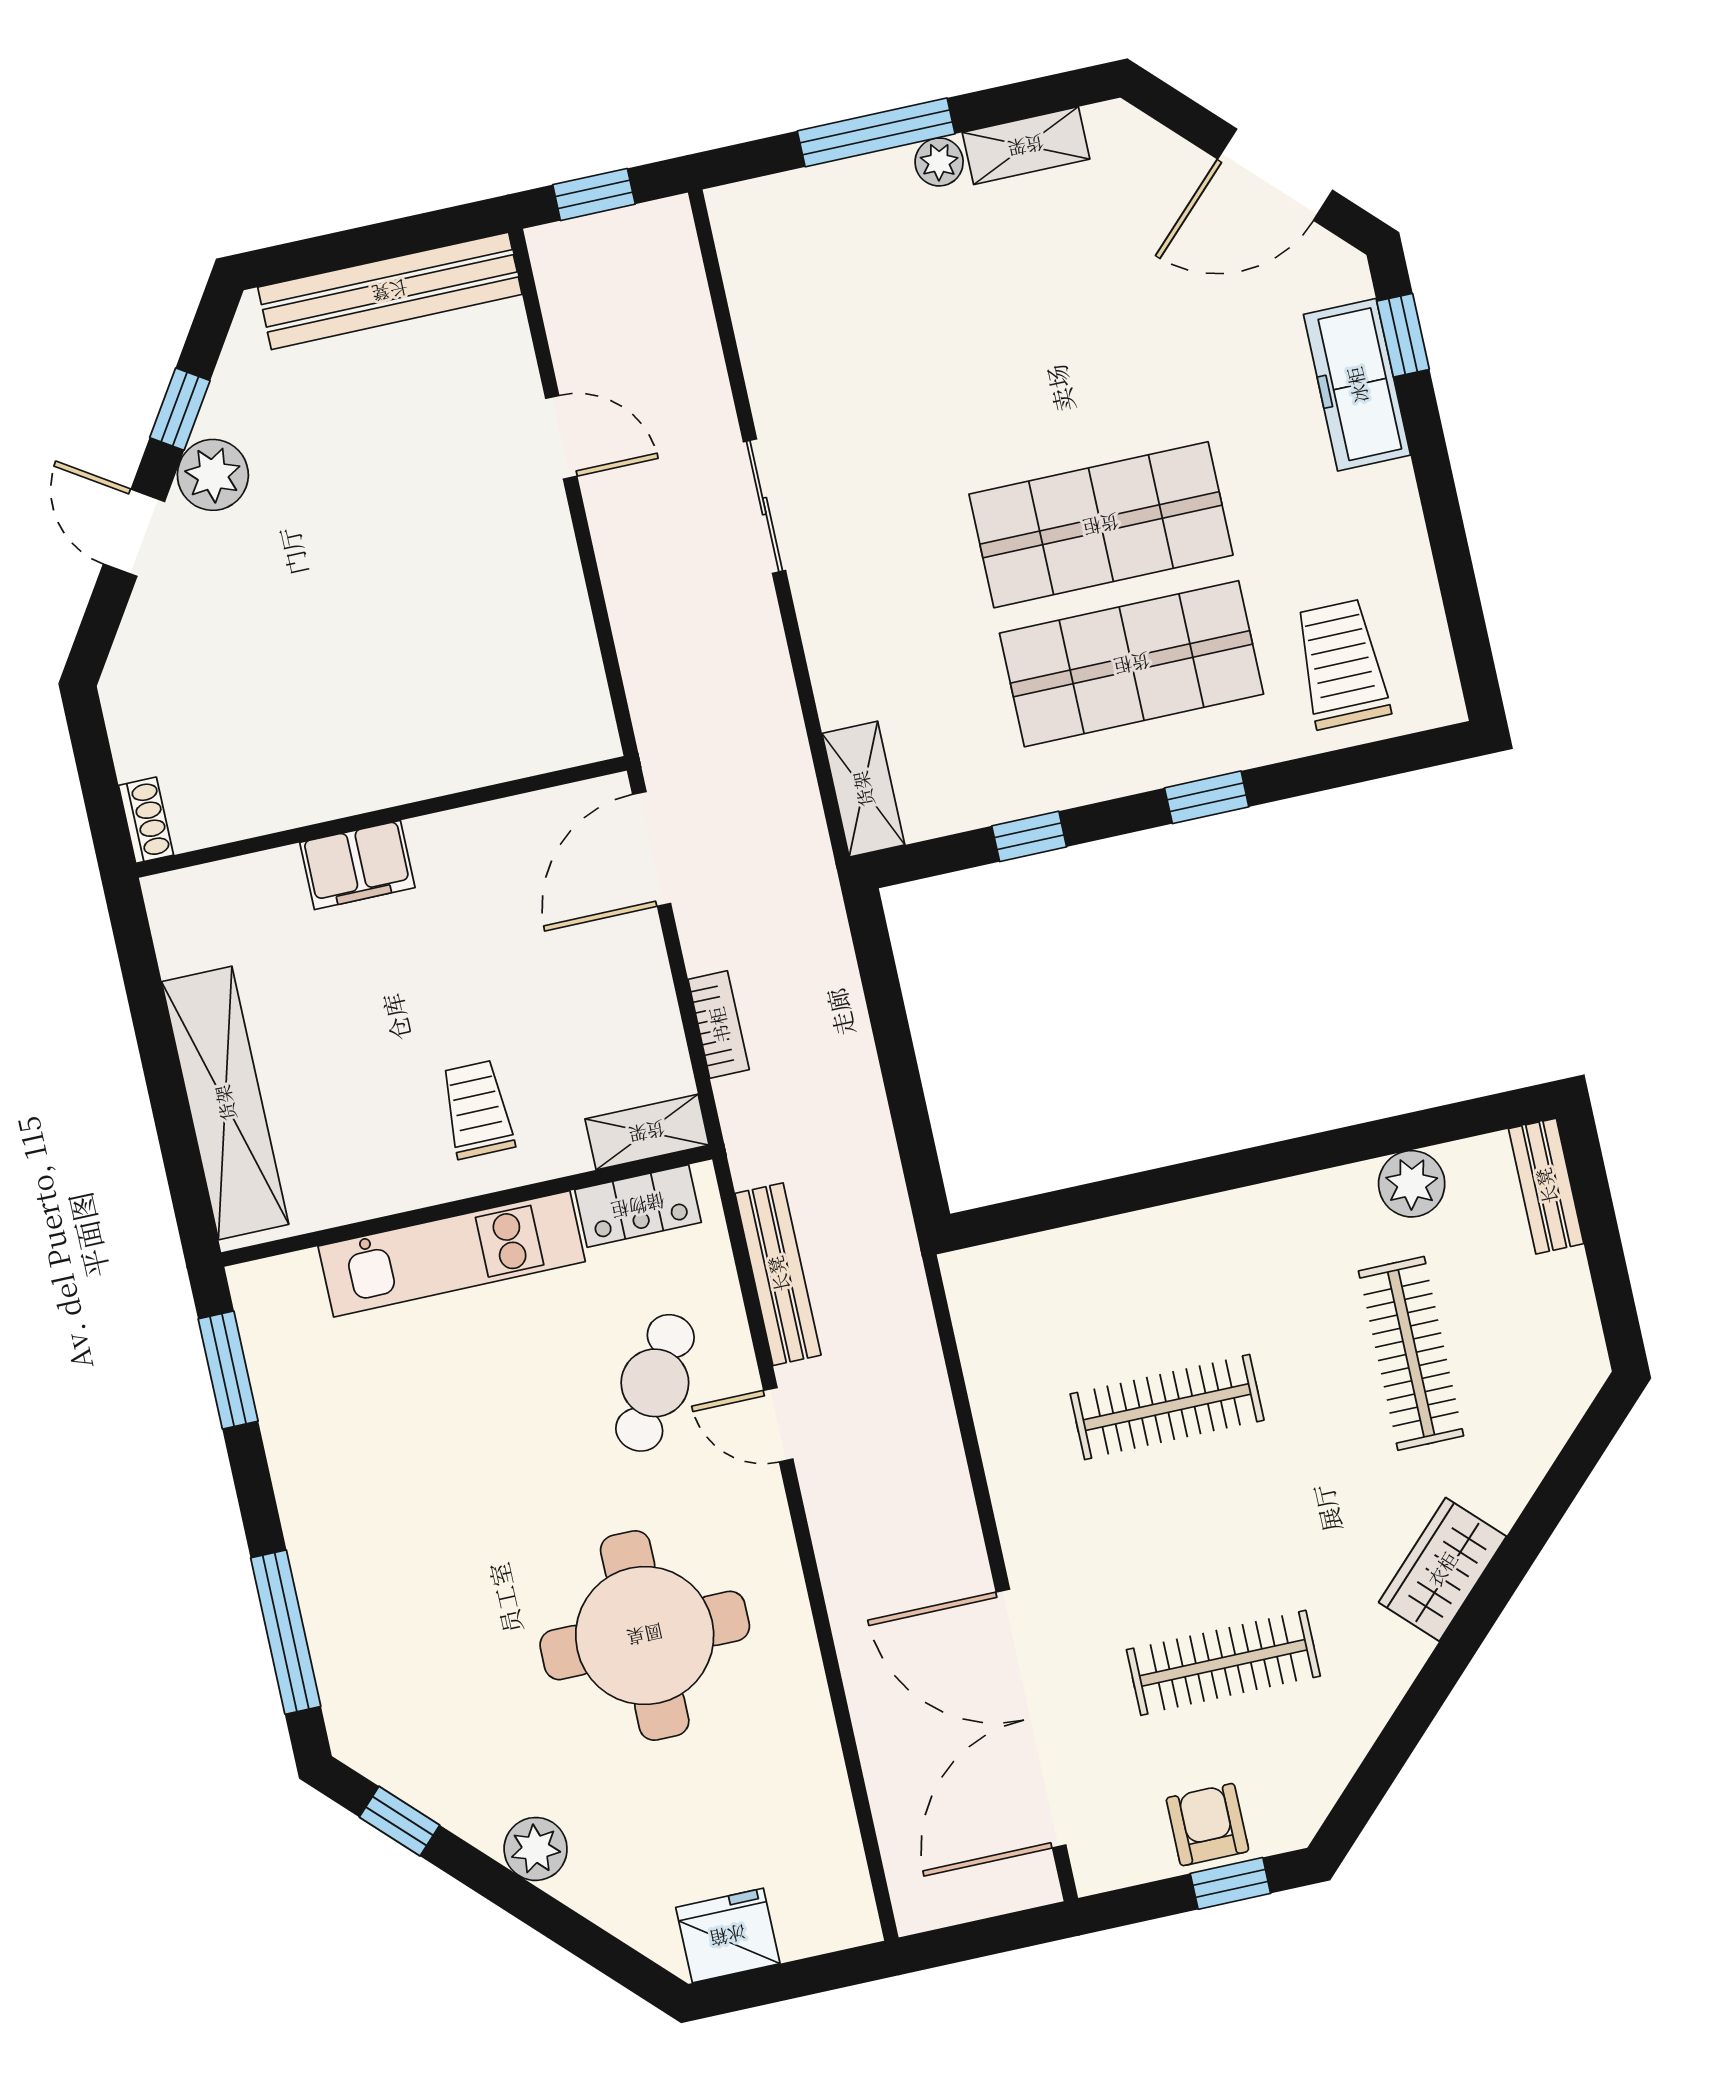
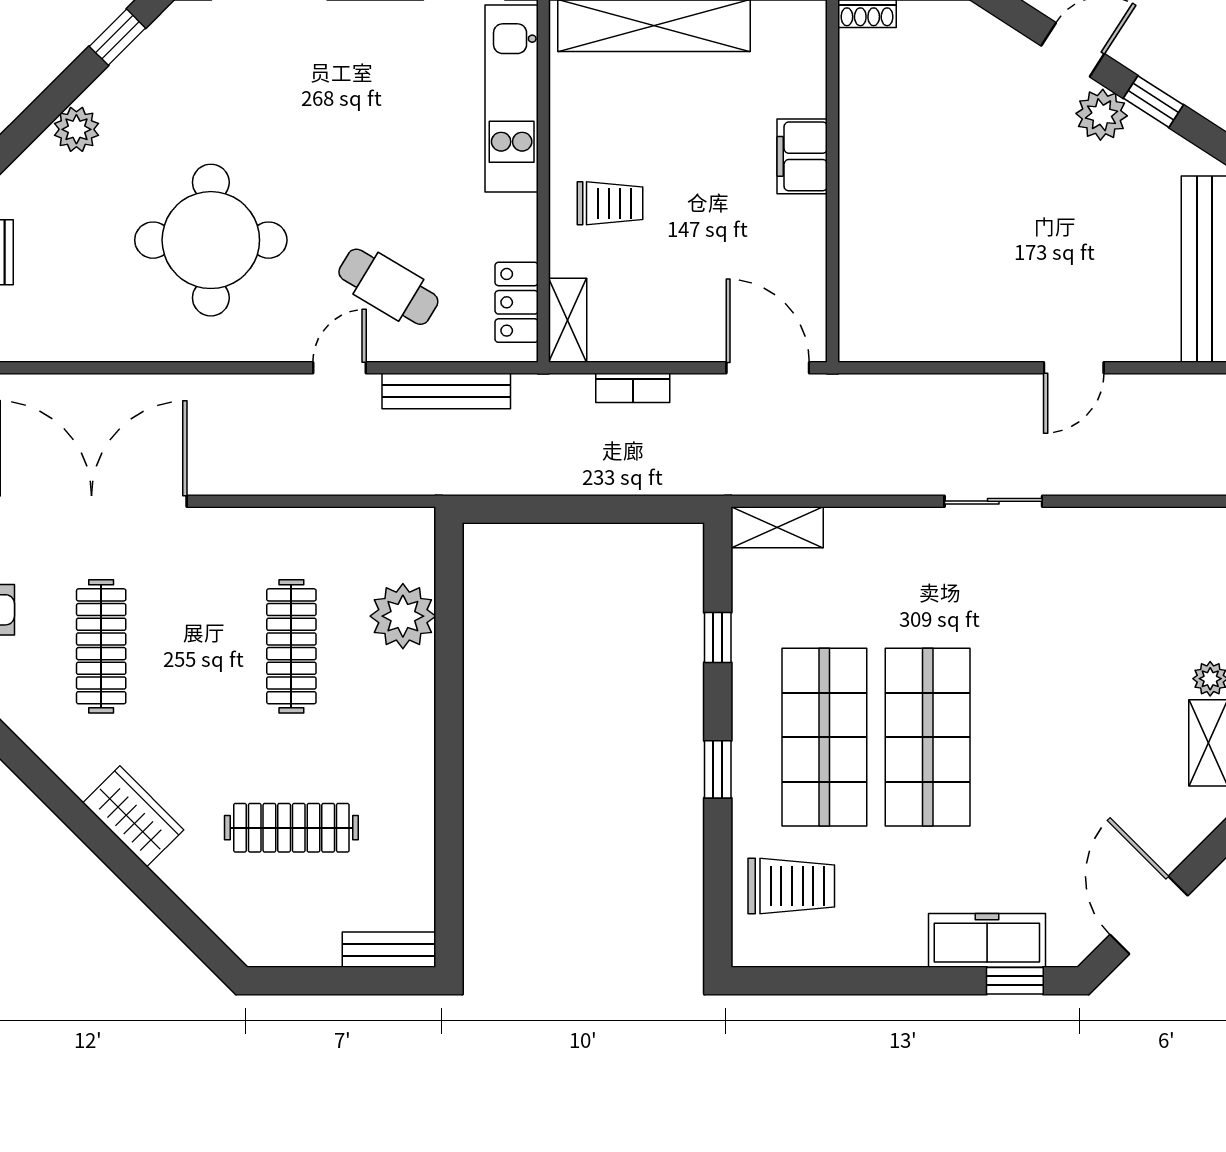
plant: (1412, 1184) -> (403, 616), moved, width x1.36, depth x1.36
kitchen unit: (452, 1254) -> (512, 99), moved

